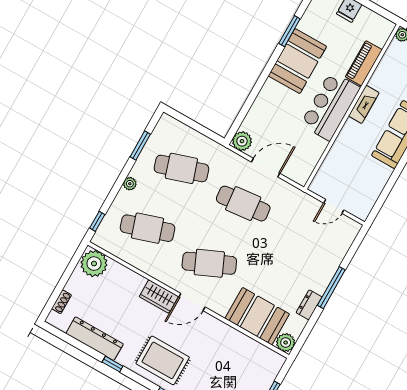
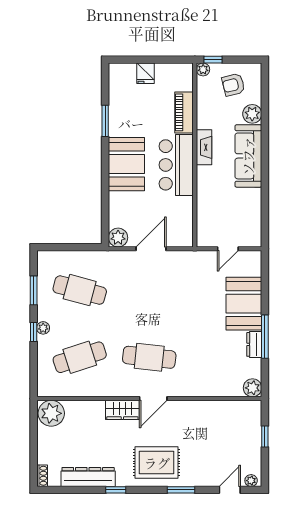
booth: (297, 61) -> (126, 164), moved
cafe table: (181, 168) -> (80, 290), turned 33
cafe table: (243, 204) -> (149, 290), removed
window: (97, 221) -> (34, 332), moved
cafe table: (209, 263) -> (149, 357), turned 30
window: (331, 288) -> (265, 337), moved
shoe rack: (61, 302) -> (42, 476), moved
booth: (257, 316) -> (244, 304), moved, turned 90

